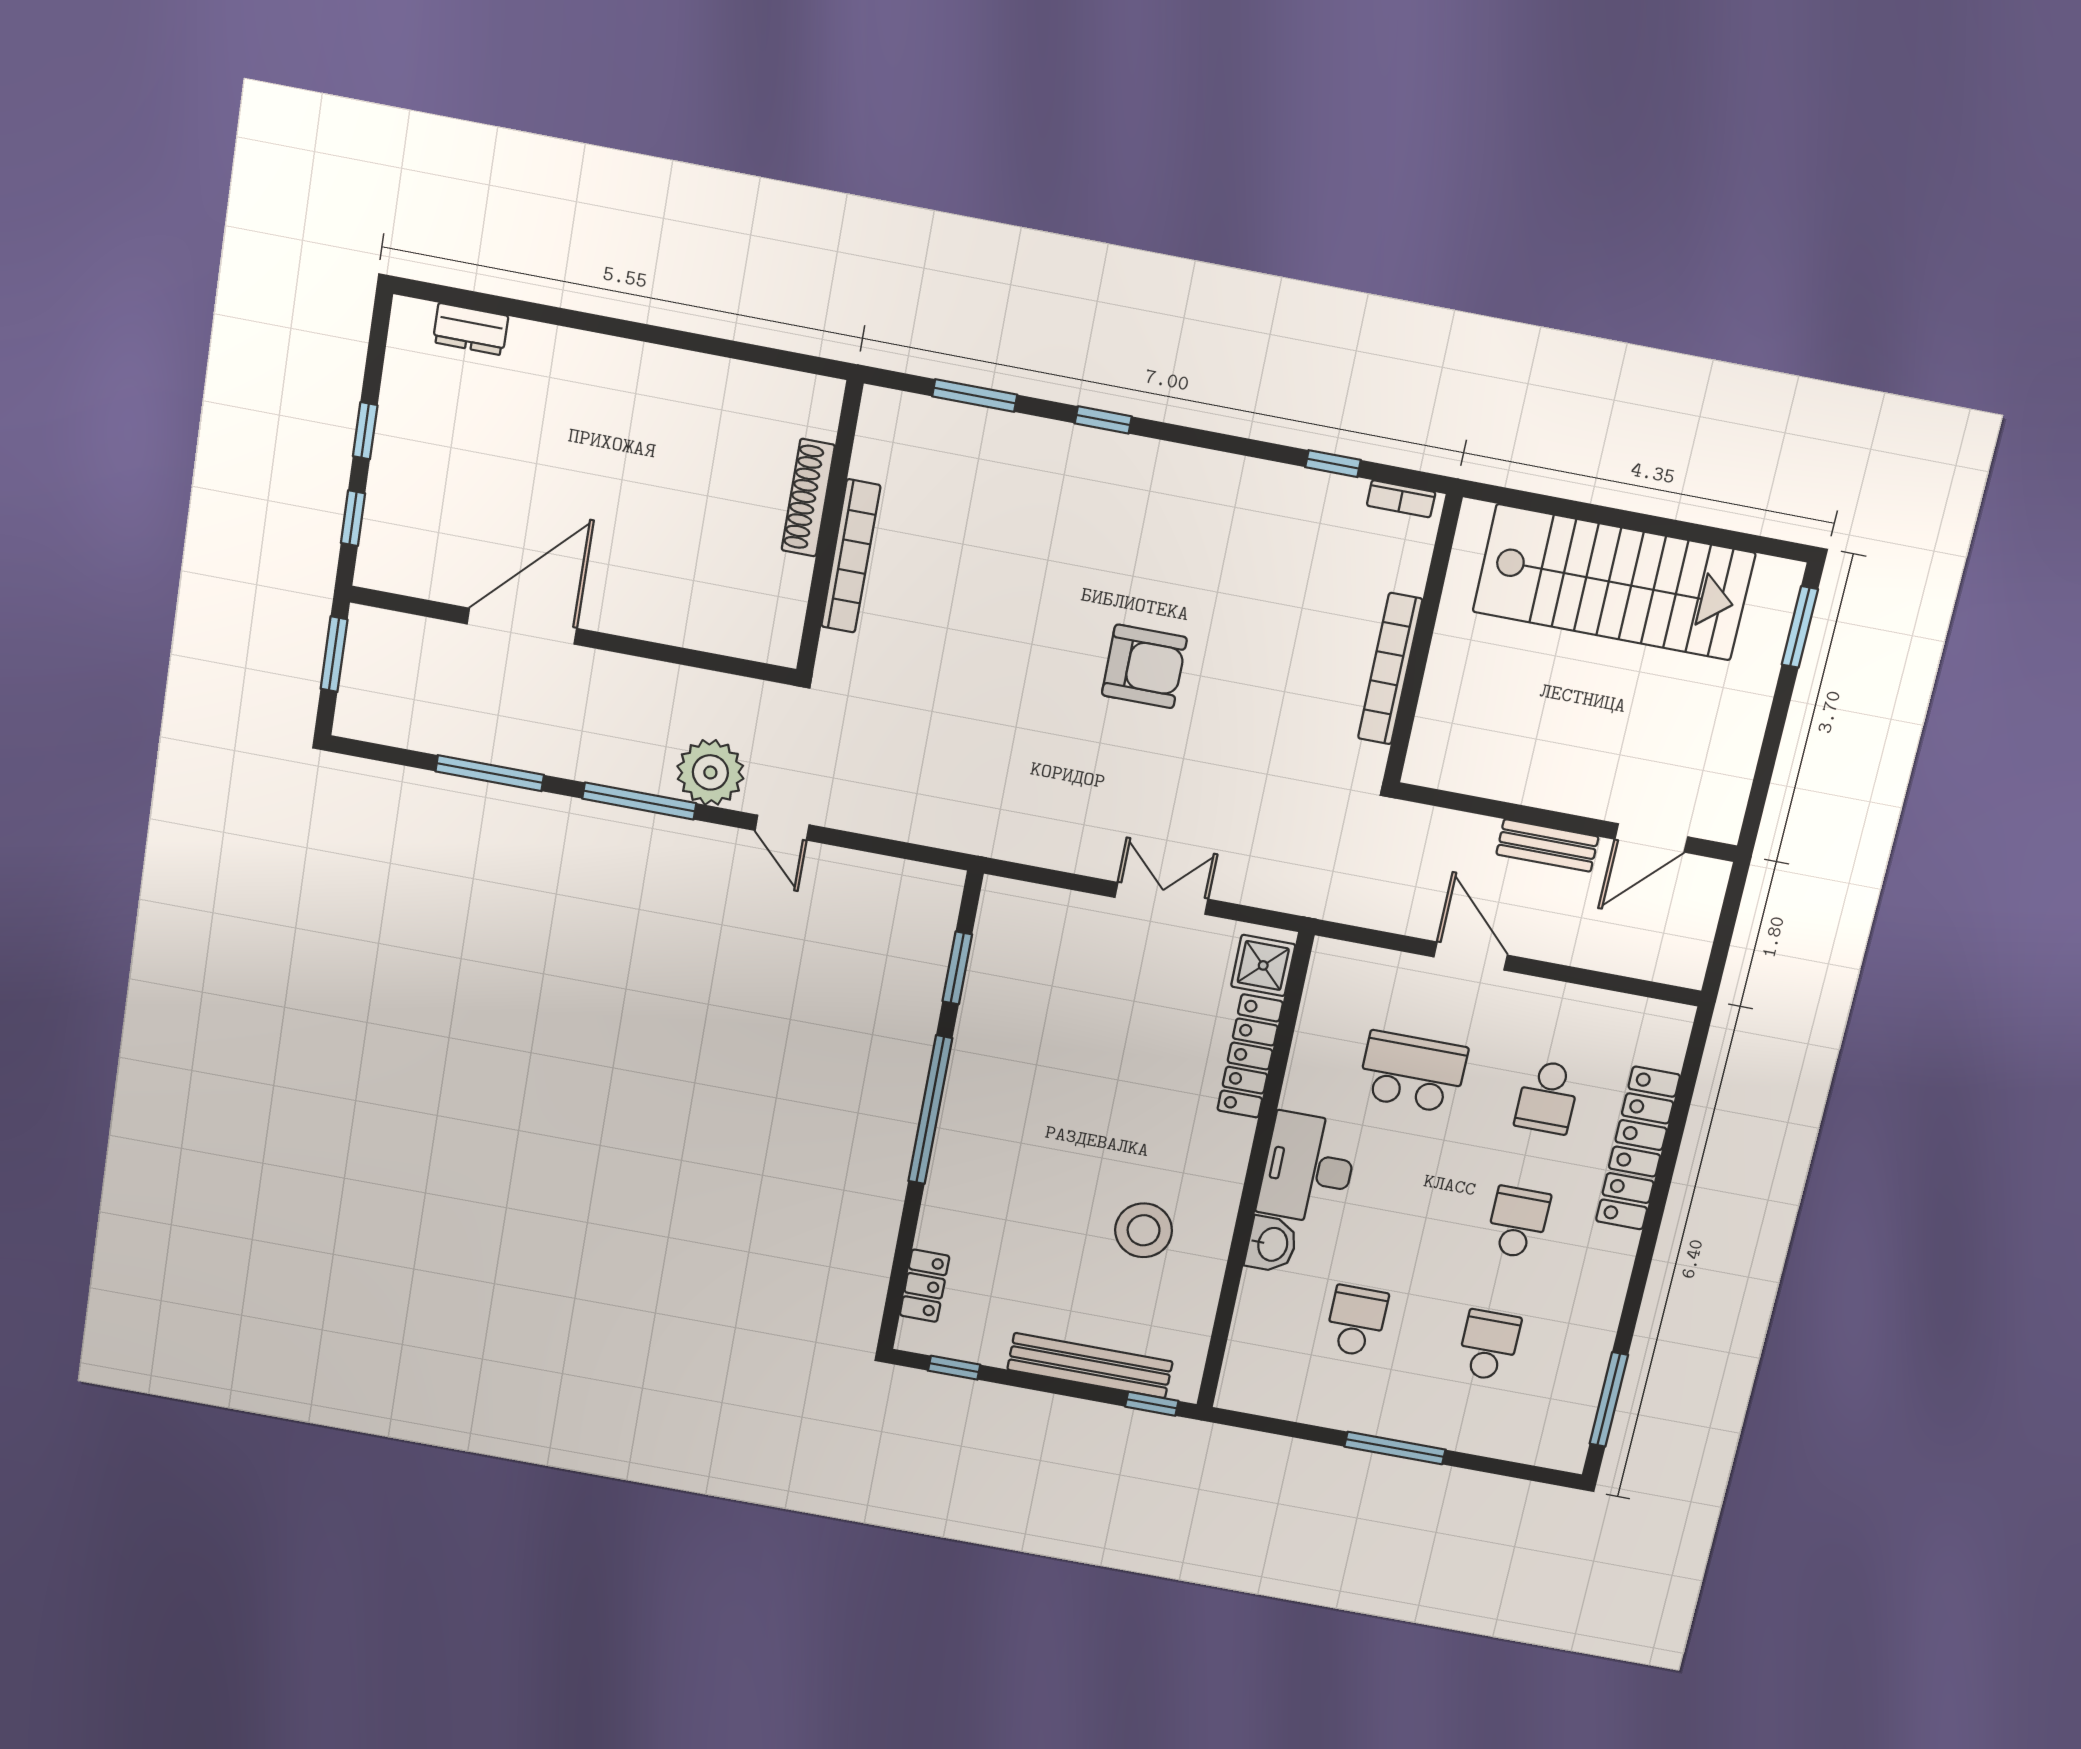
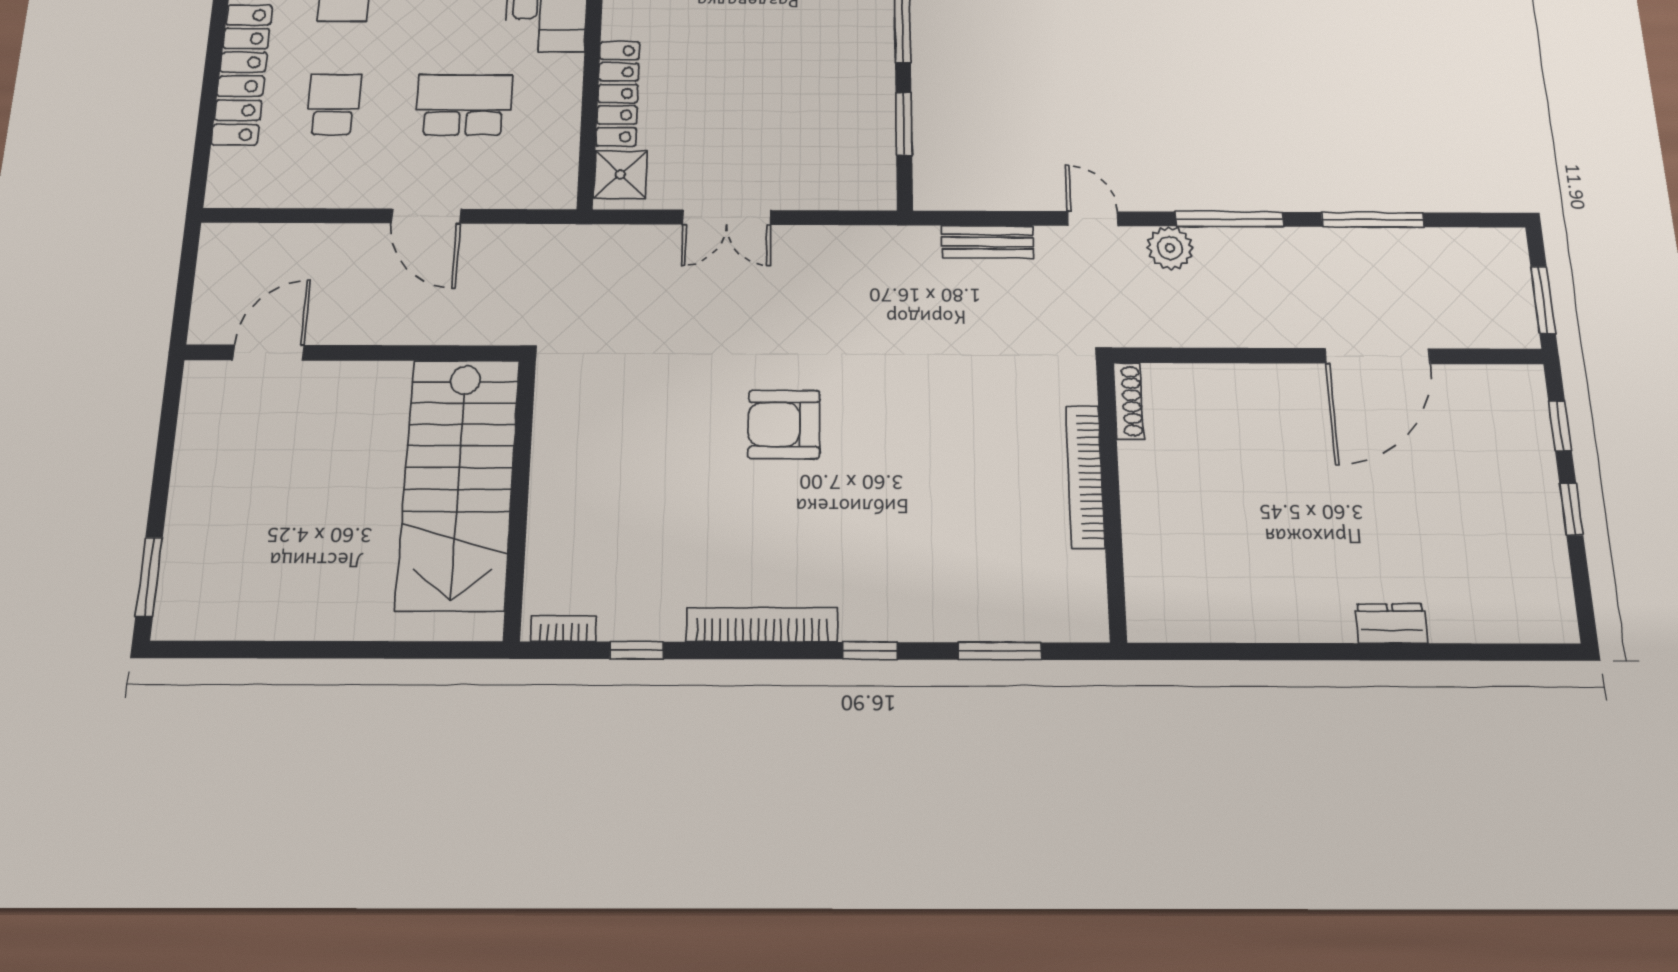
dresser: (471, 329) -> (1391, 624), moved
shoe rack: (808, 498) -> (1128, 401), moved, width x0.74, depth x0.81
stairs: (1614, 582) -> (458, 483), moved, turned -90
bookcase: (1390, 669) -> (762, 625), moved, turned -90
plant: (710, 772) -> (1170, 248), width x0.73, depth x0.73
bench: (1547, 845) -> (988, 242), moved
school desk: (1412, 1072) -> (464, 105), turned 180

